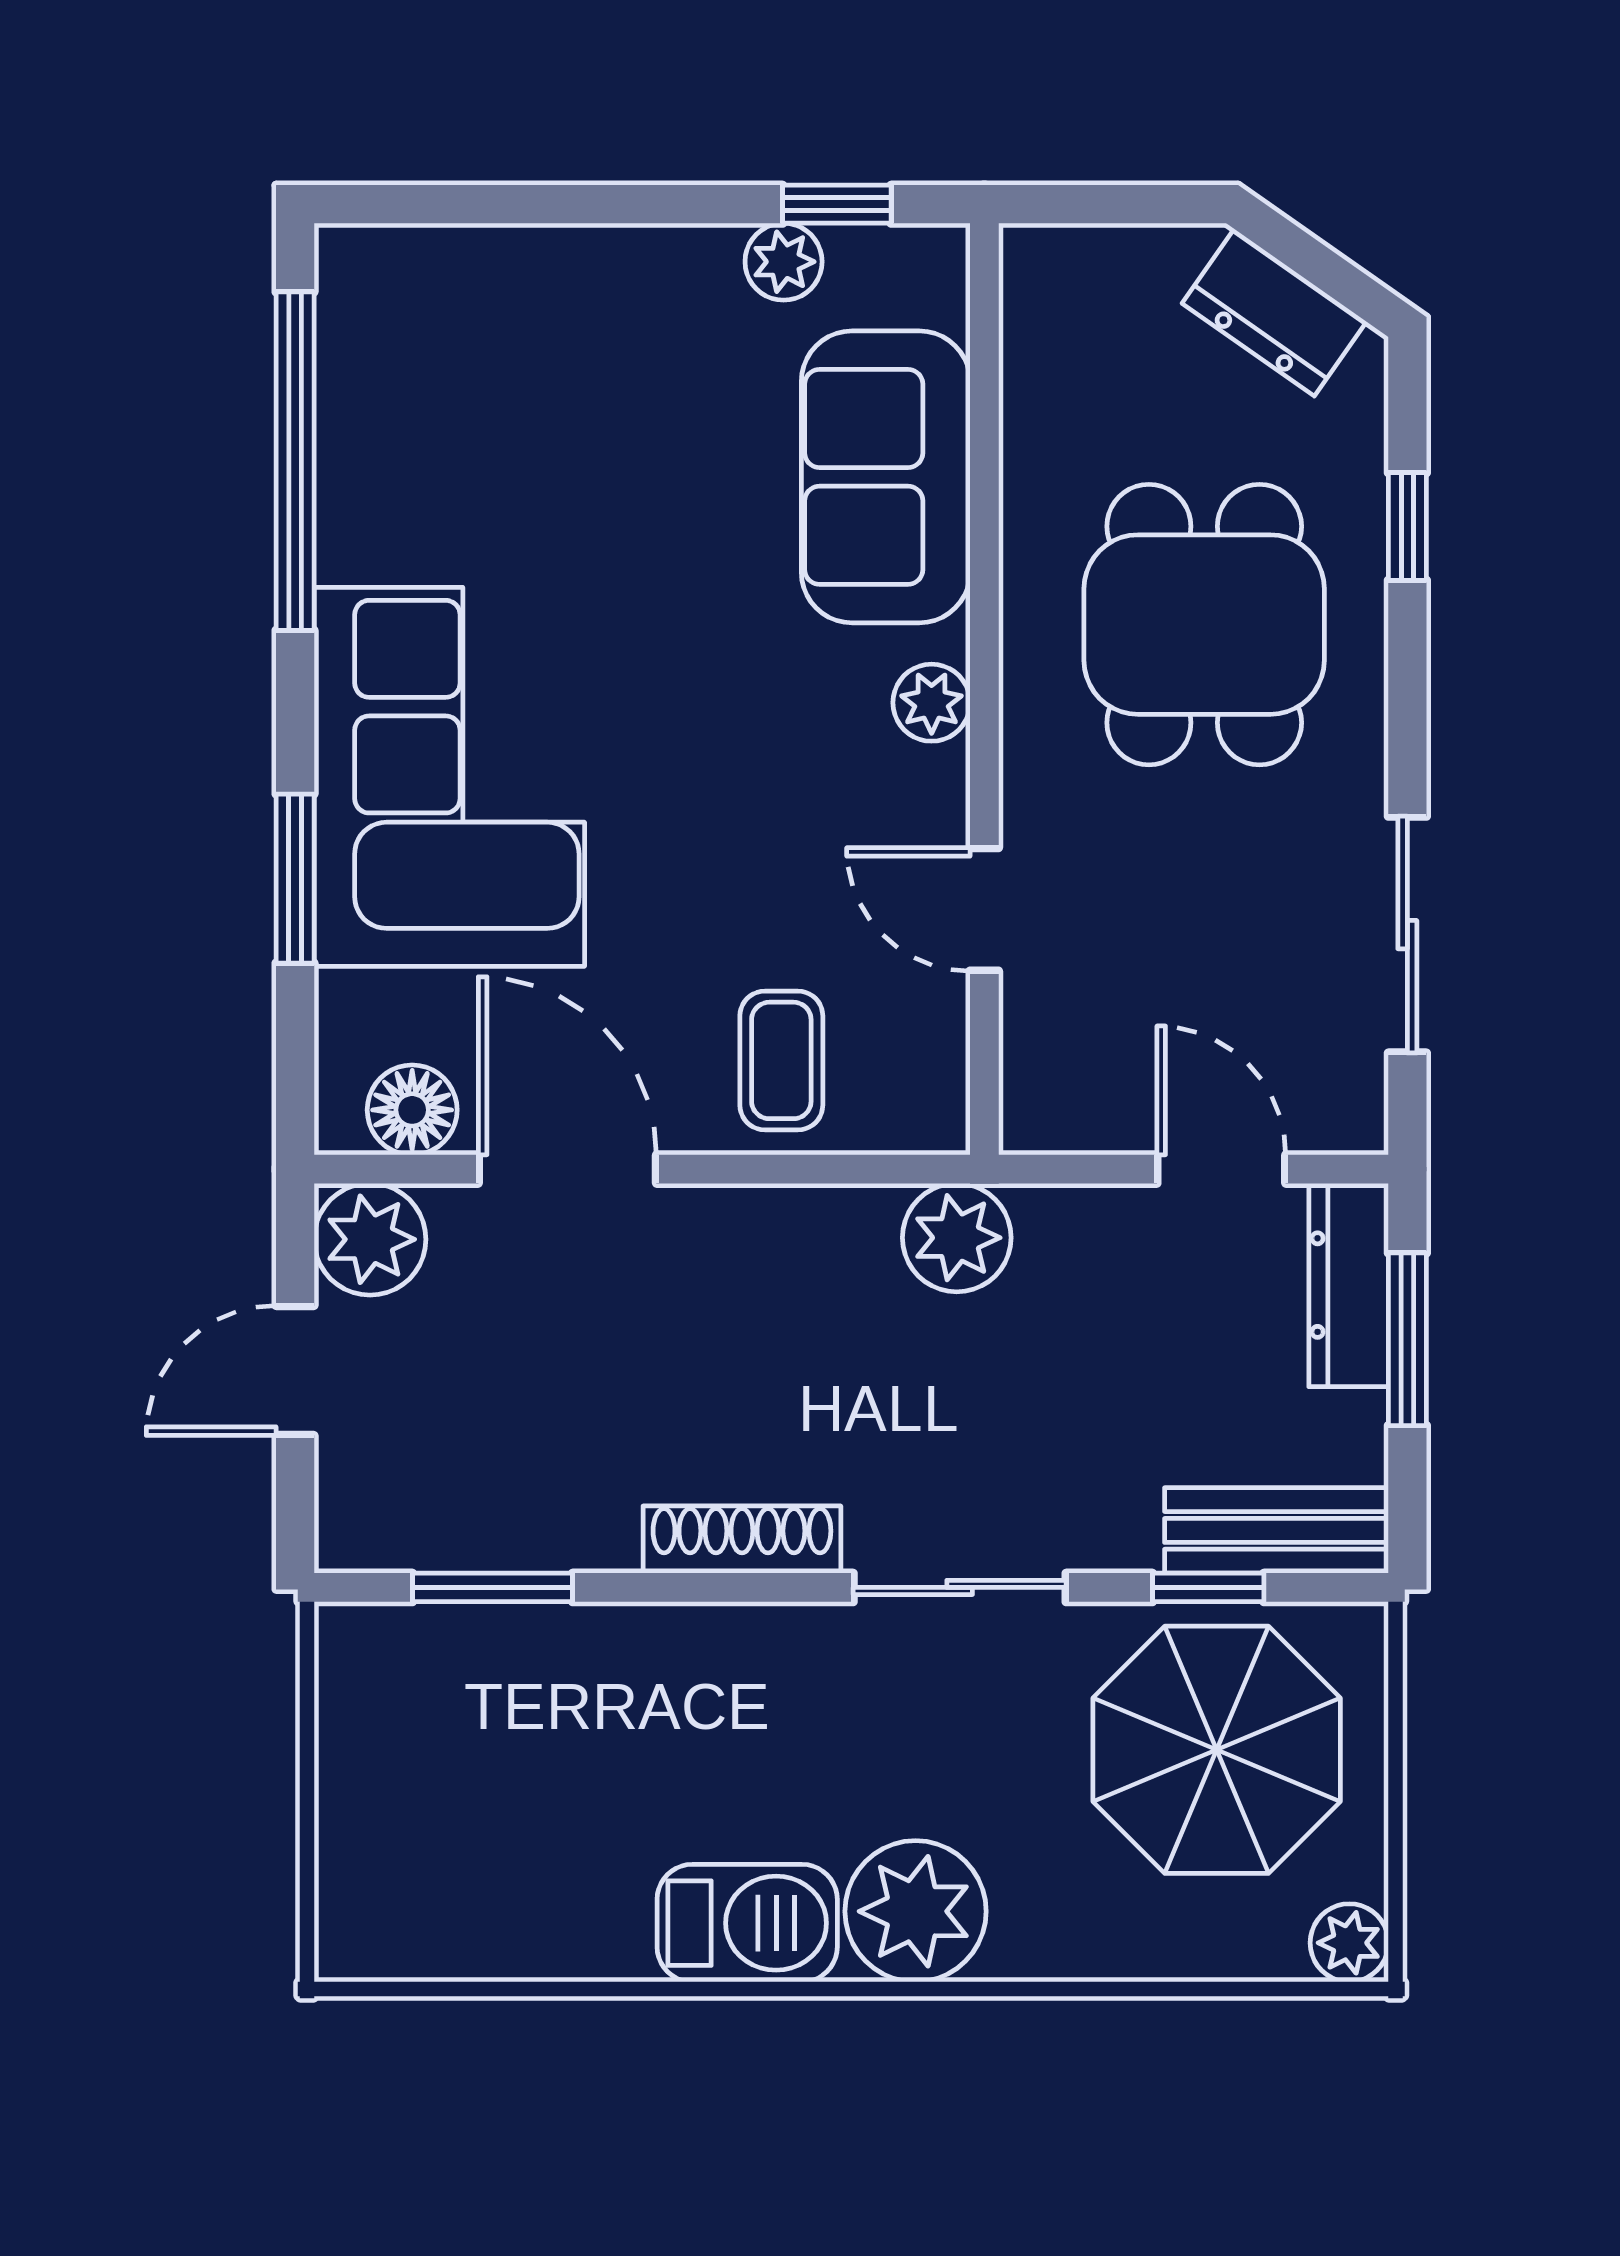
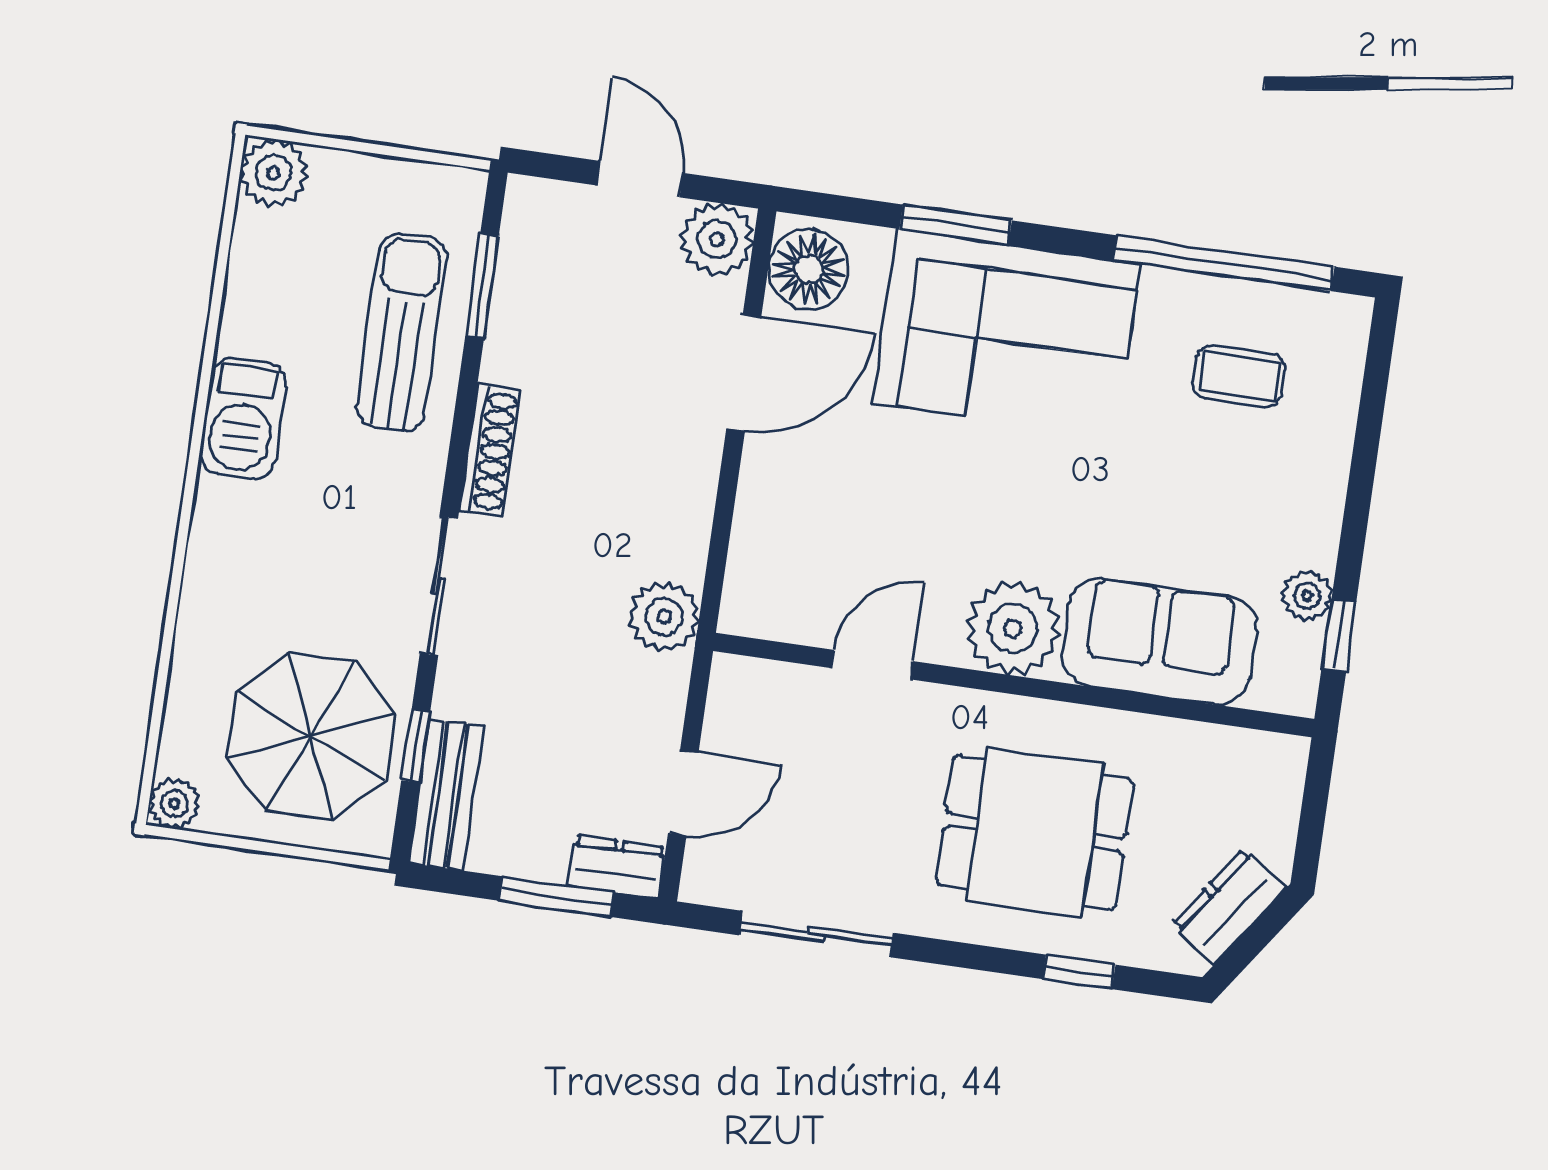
plant: (932, 703) -> (1013, 628), width x1.87, depth x1.87
coffee table: (781, 1060) -> (1239, 376), moved
floor lamp: (412, 1110) -> (809, 269), width x1.38, depth x1.38
dresser: (1349, 1285) -> (617, 867), width x0.70
sun lounger: (581, 1700) -> (402, 332), added
plant: (916, 1911) -> (274, 173), moved, width x0.73, depth x0.73

